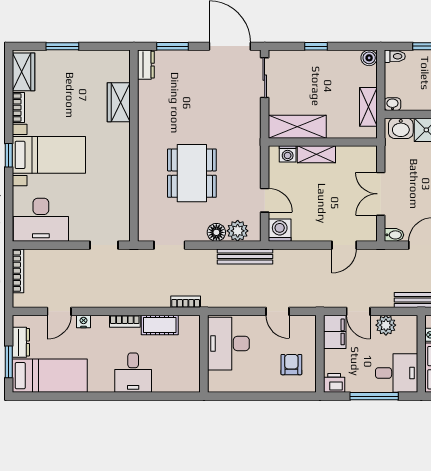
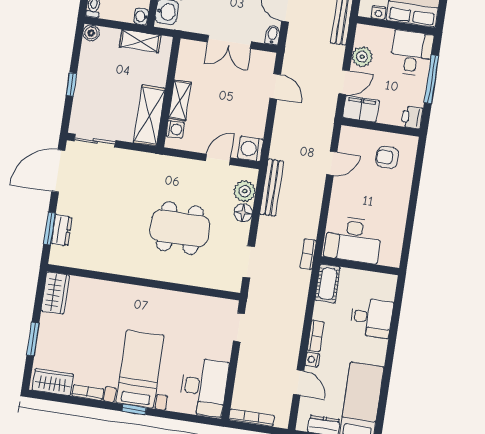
dresser: (146, 65) -> (62, 230), moved, turned 90
wardrobe: (119, 102) -> (55, 293), moved, turned -90
bookcase: (125, 321) -> (316, 336), moved
desk: (228, 344) -> (353, 240), moved
wall: (204, 354) -> (360, 266), moved

